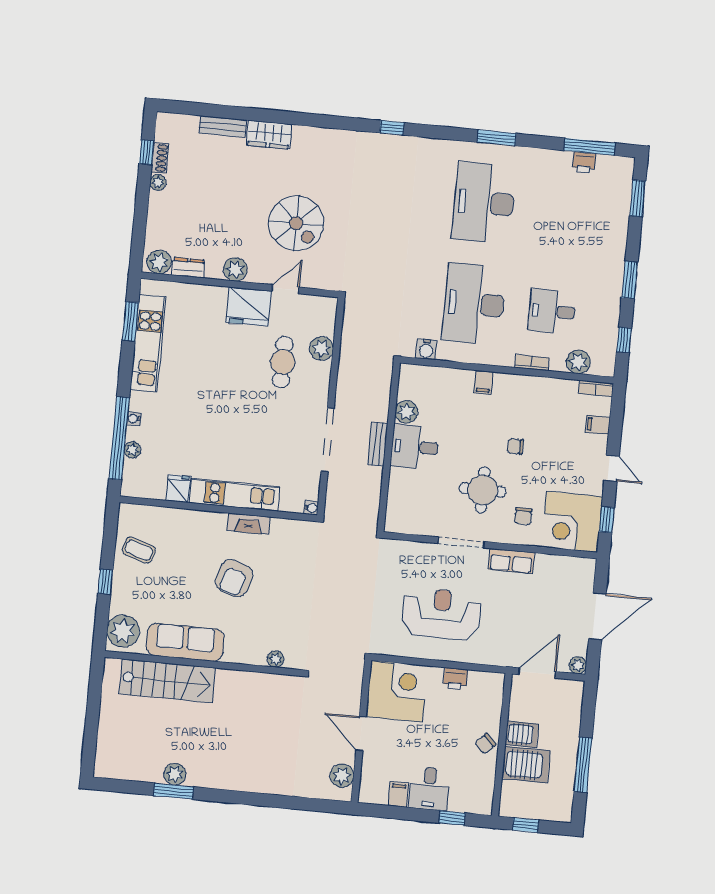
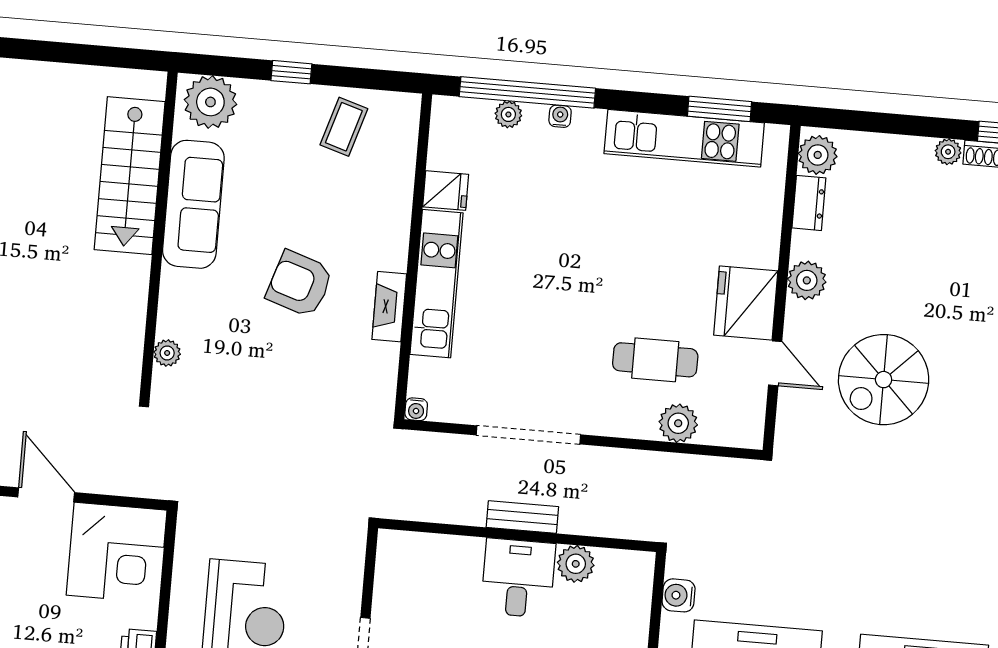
door: (361, 734) -> (46, 495), hinge flipped

